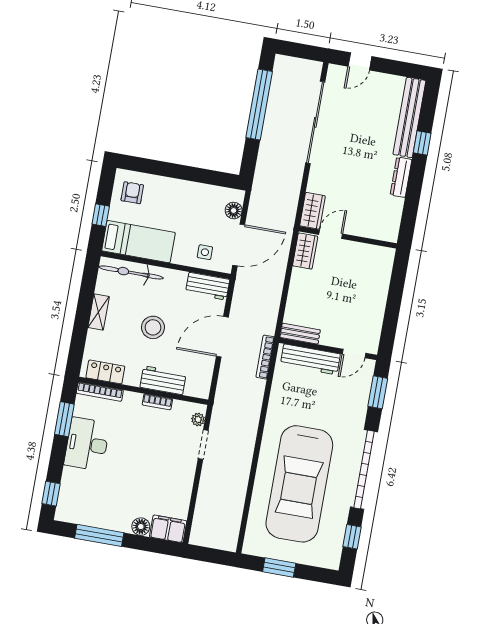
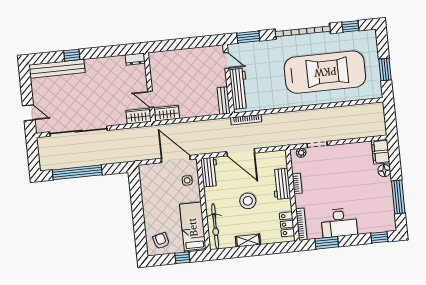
dresser: (401, 177) -> (135, 59), moved, width x0.70
armchair: (132, 193) -> (161, 241), turned 76
floor lamp: (234, 210) -> (154, 169), removed

